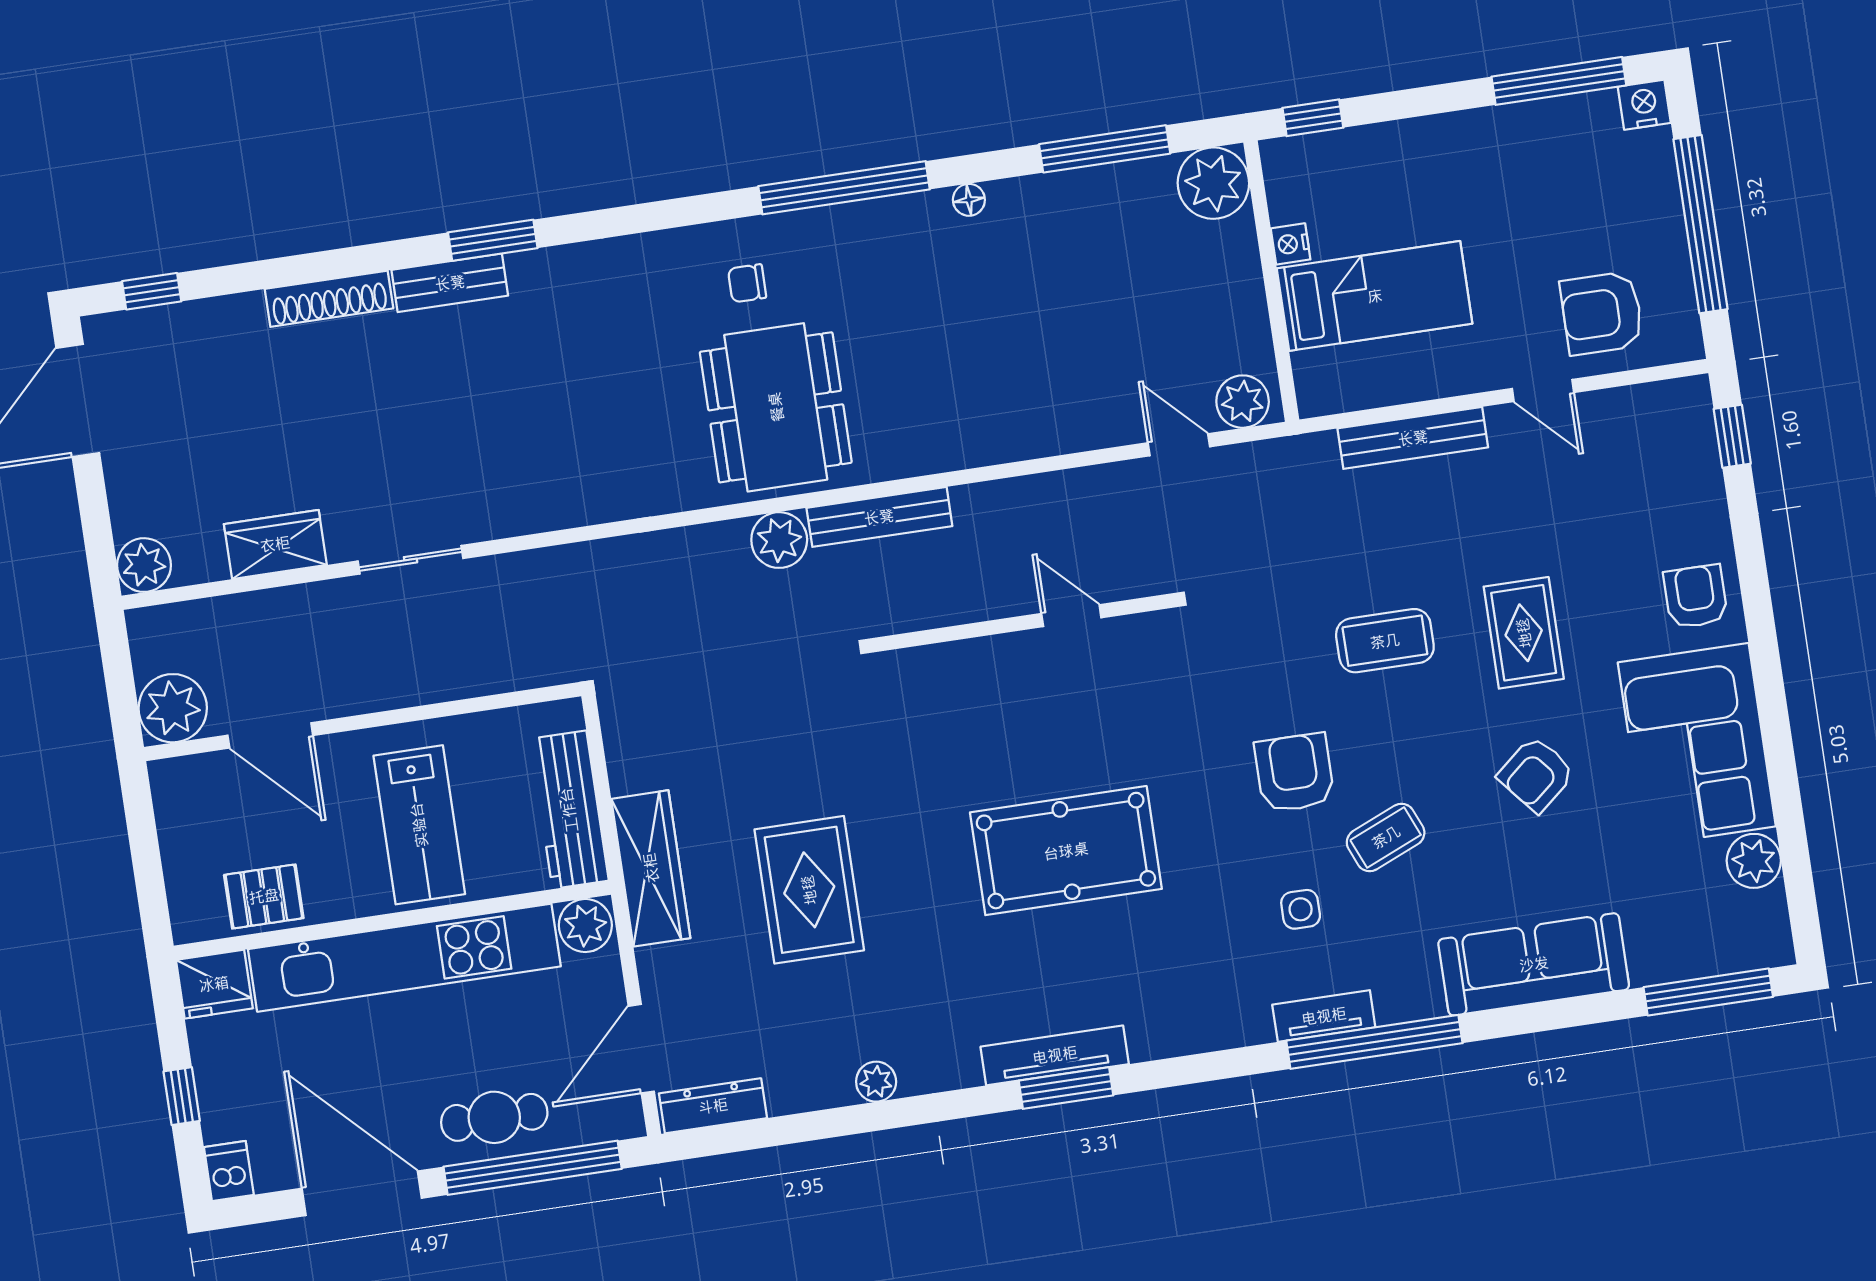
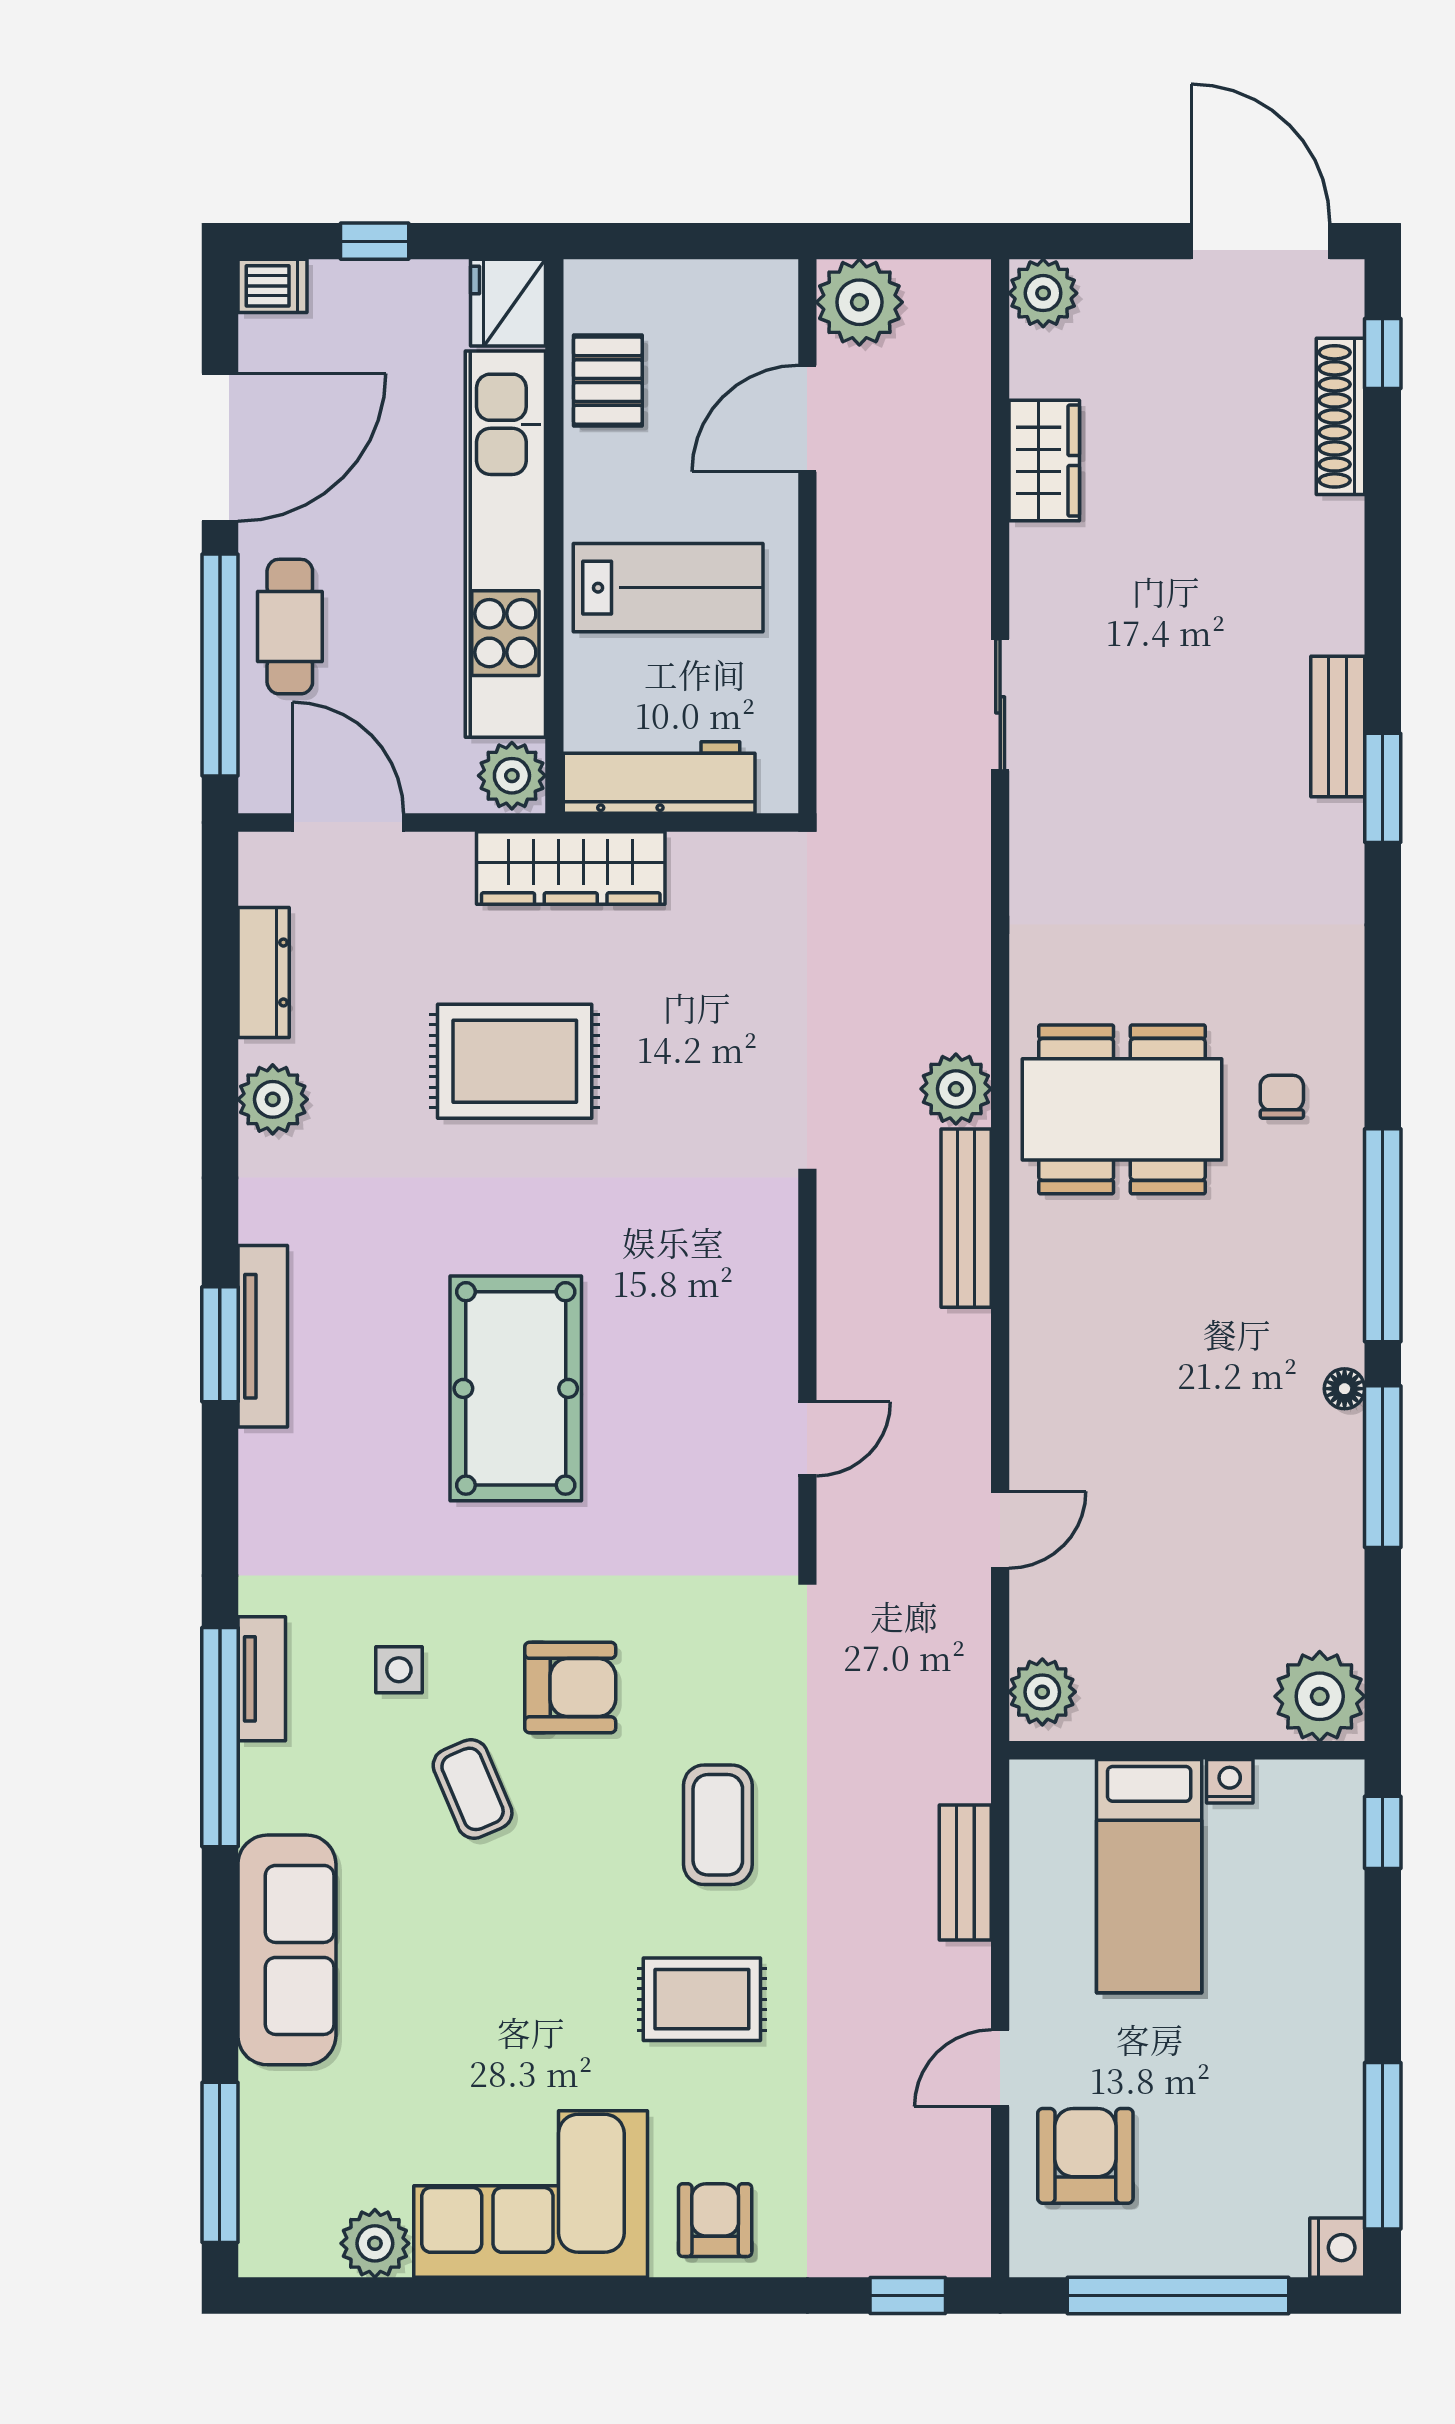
window: (1105, 149) -> (1383, 1467), moved
shoe rack: (329, 299) -> (1340, 416), moved
bench: (1413, 438) -> (965, 1873), width x0.73
door: (1179, 445) -> (1000, 1530), moved
sliding door: (411, 560) -> (1000, 705), moved
armchair: (1696, 596) -> (715, 2220), turned -90
armchair: (1536, 774) -> (523, 1988), removed
lab bench: (419, 825) -> (668, 588), turned 180
plant: (876, 1082) -> (273, 1099), width x1.38, depth x1.38
dresser: (713, 1106) -> (264, 973), moved

